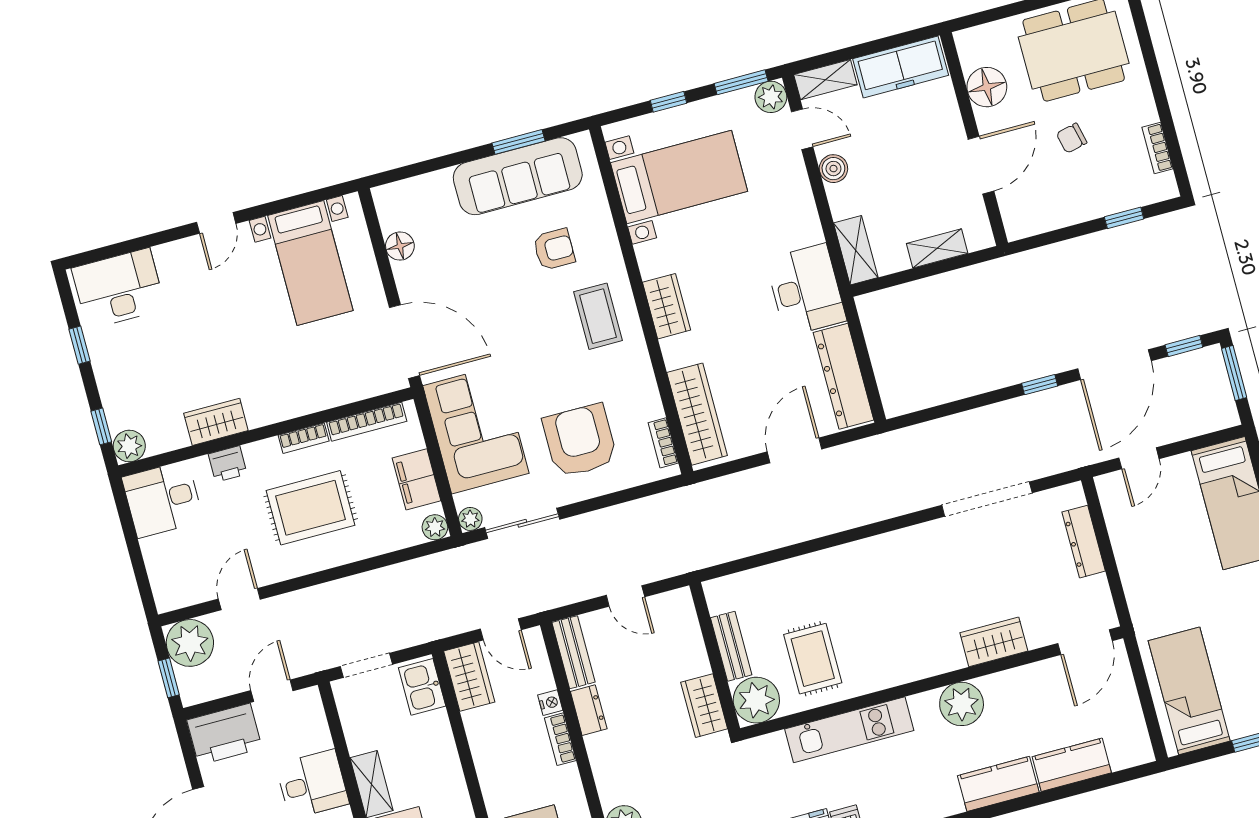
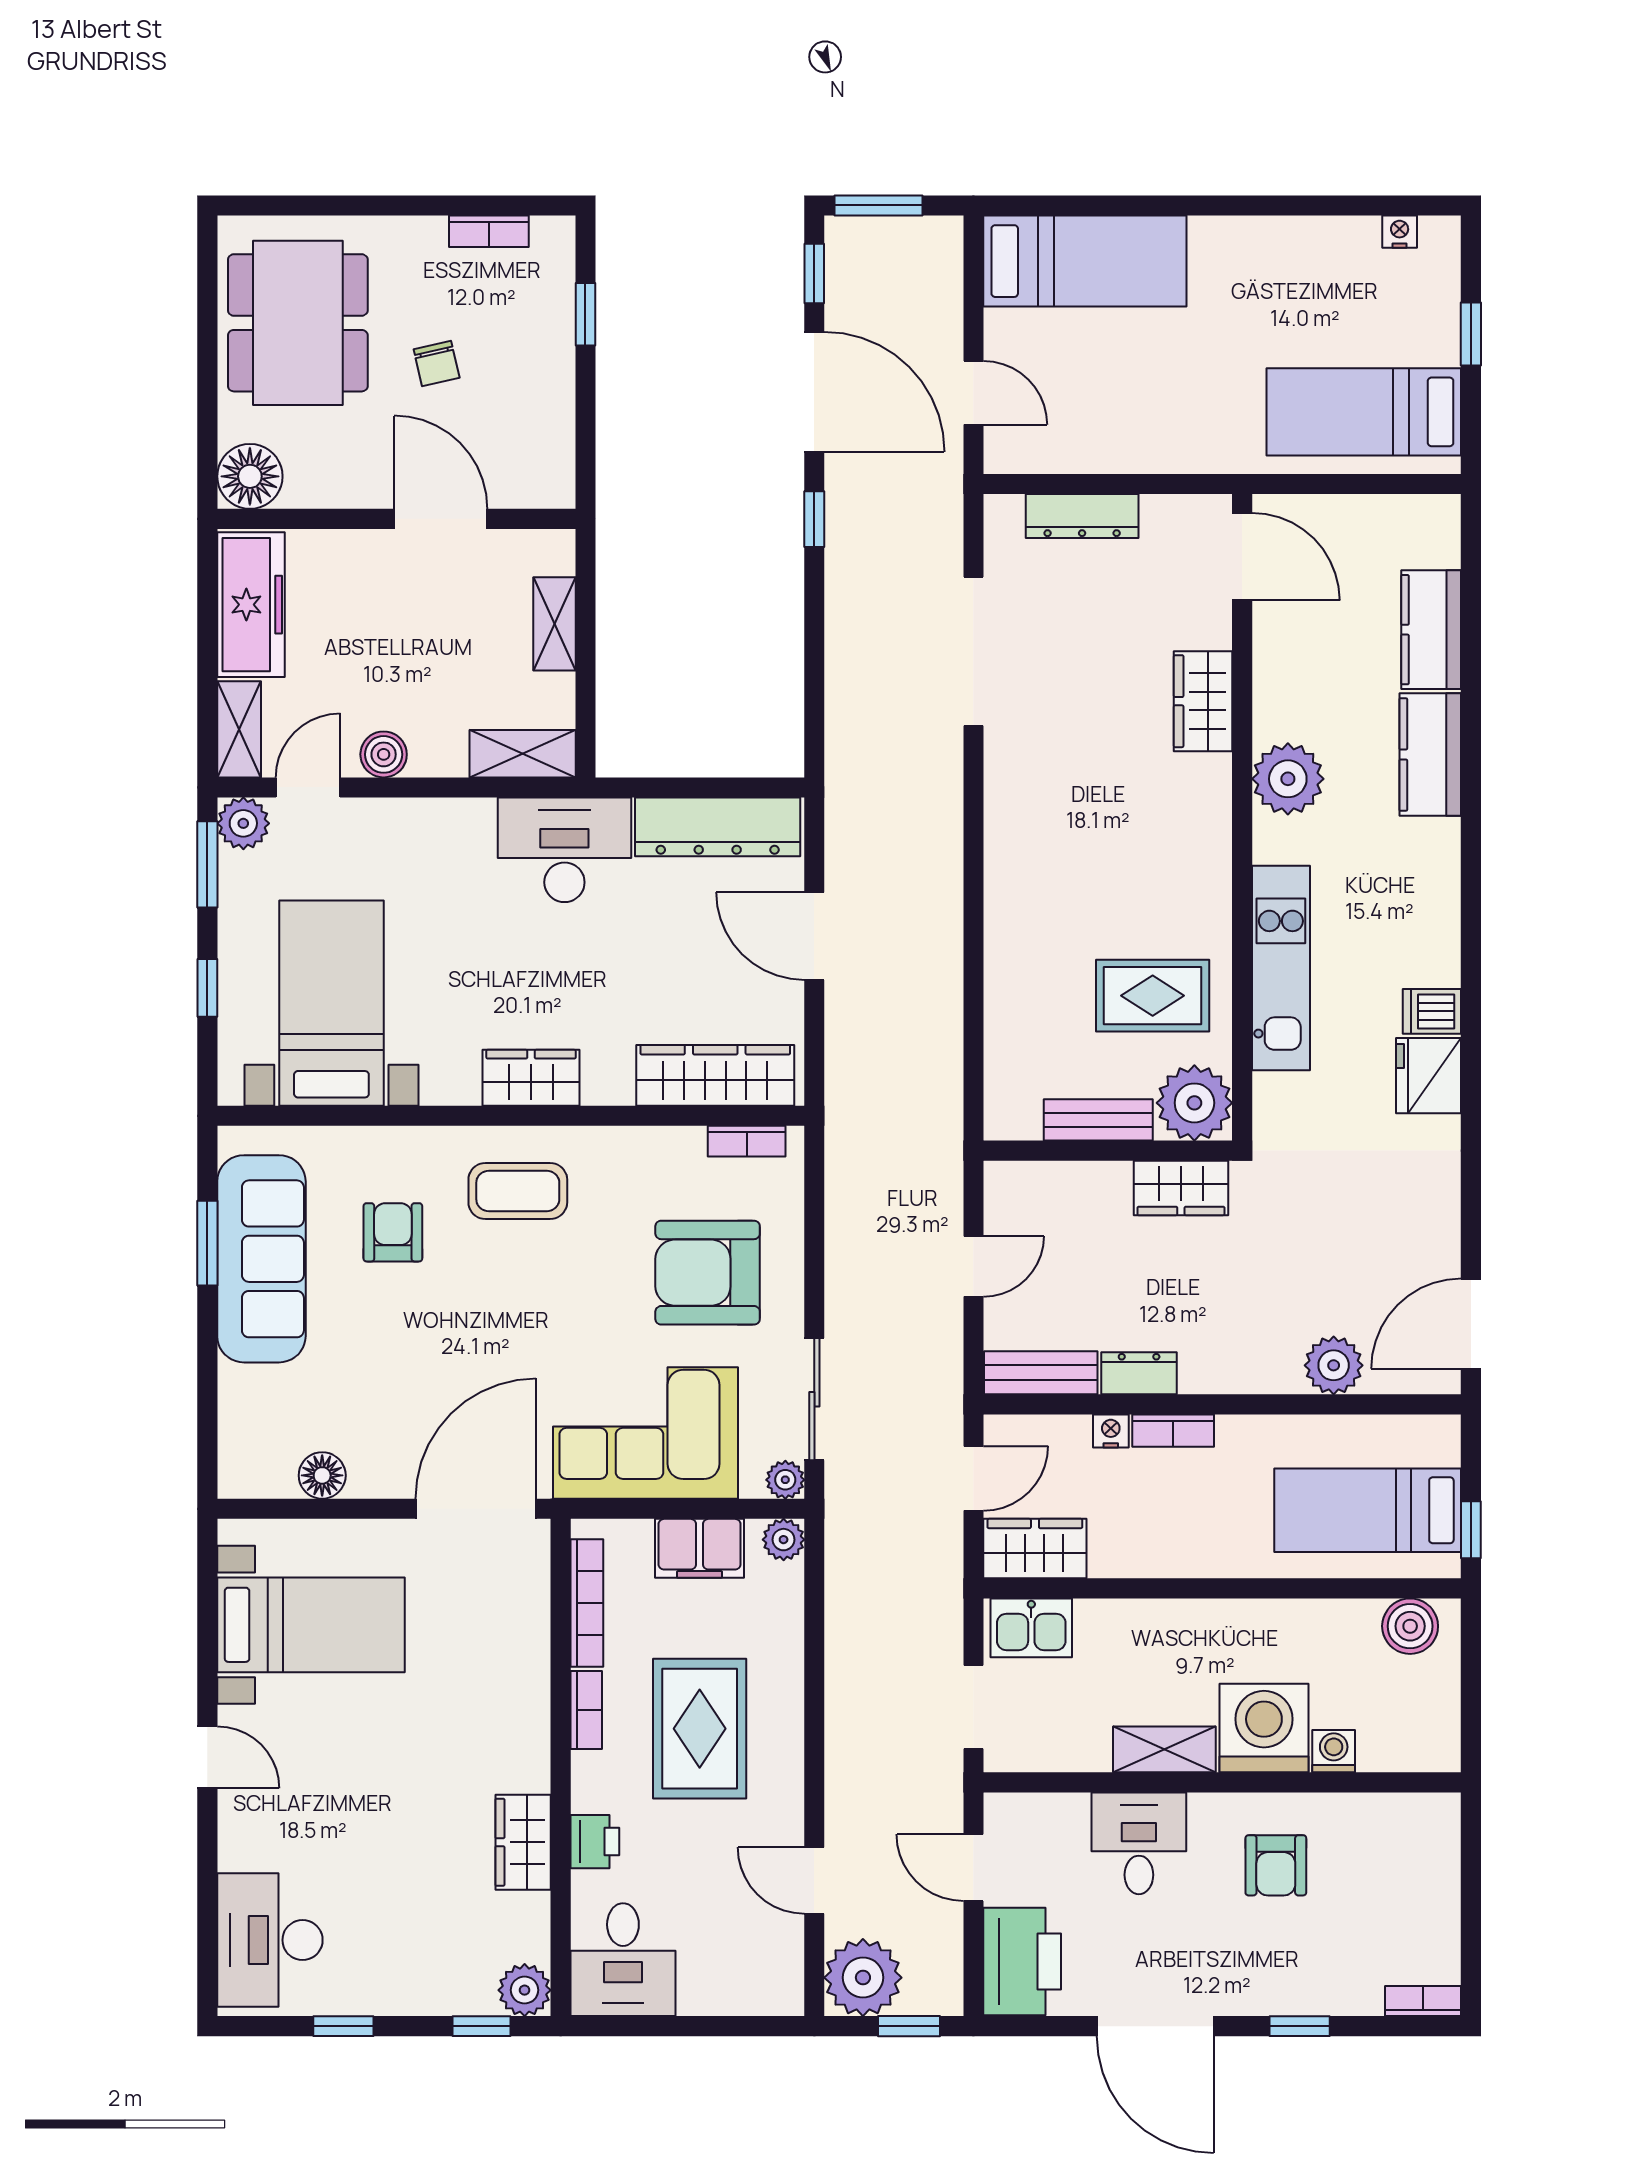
floor lamp: (987, 87) -> (250, 476), moved

